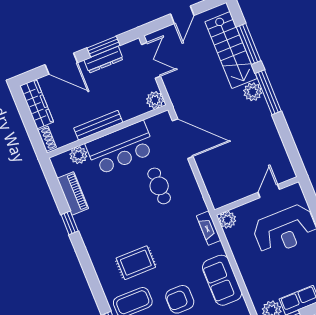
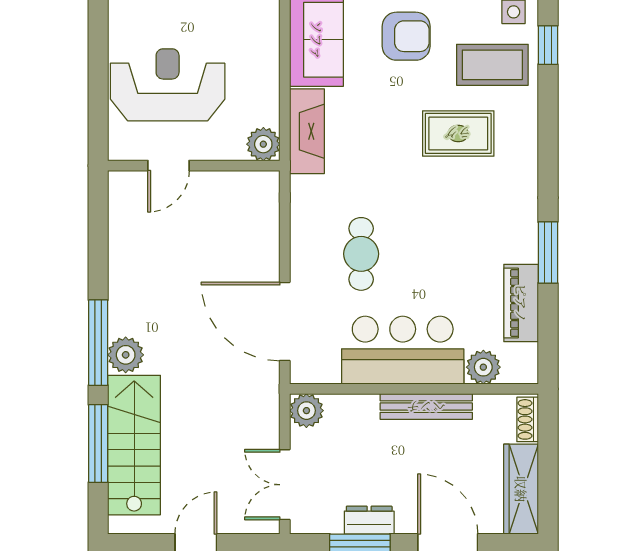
dresser: (104, 60) -> (369, 520), width x0.70
window: (70, 223) -> (548, 253), width x1.50
fireplace: (209, 228) -> (307, 131), width x1.37, depth x1.32

